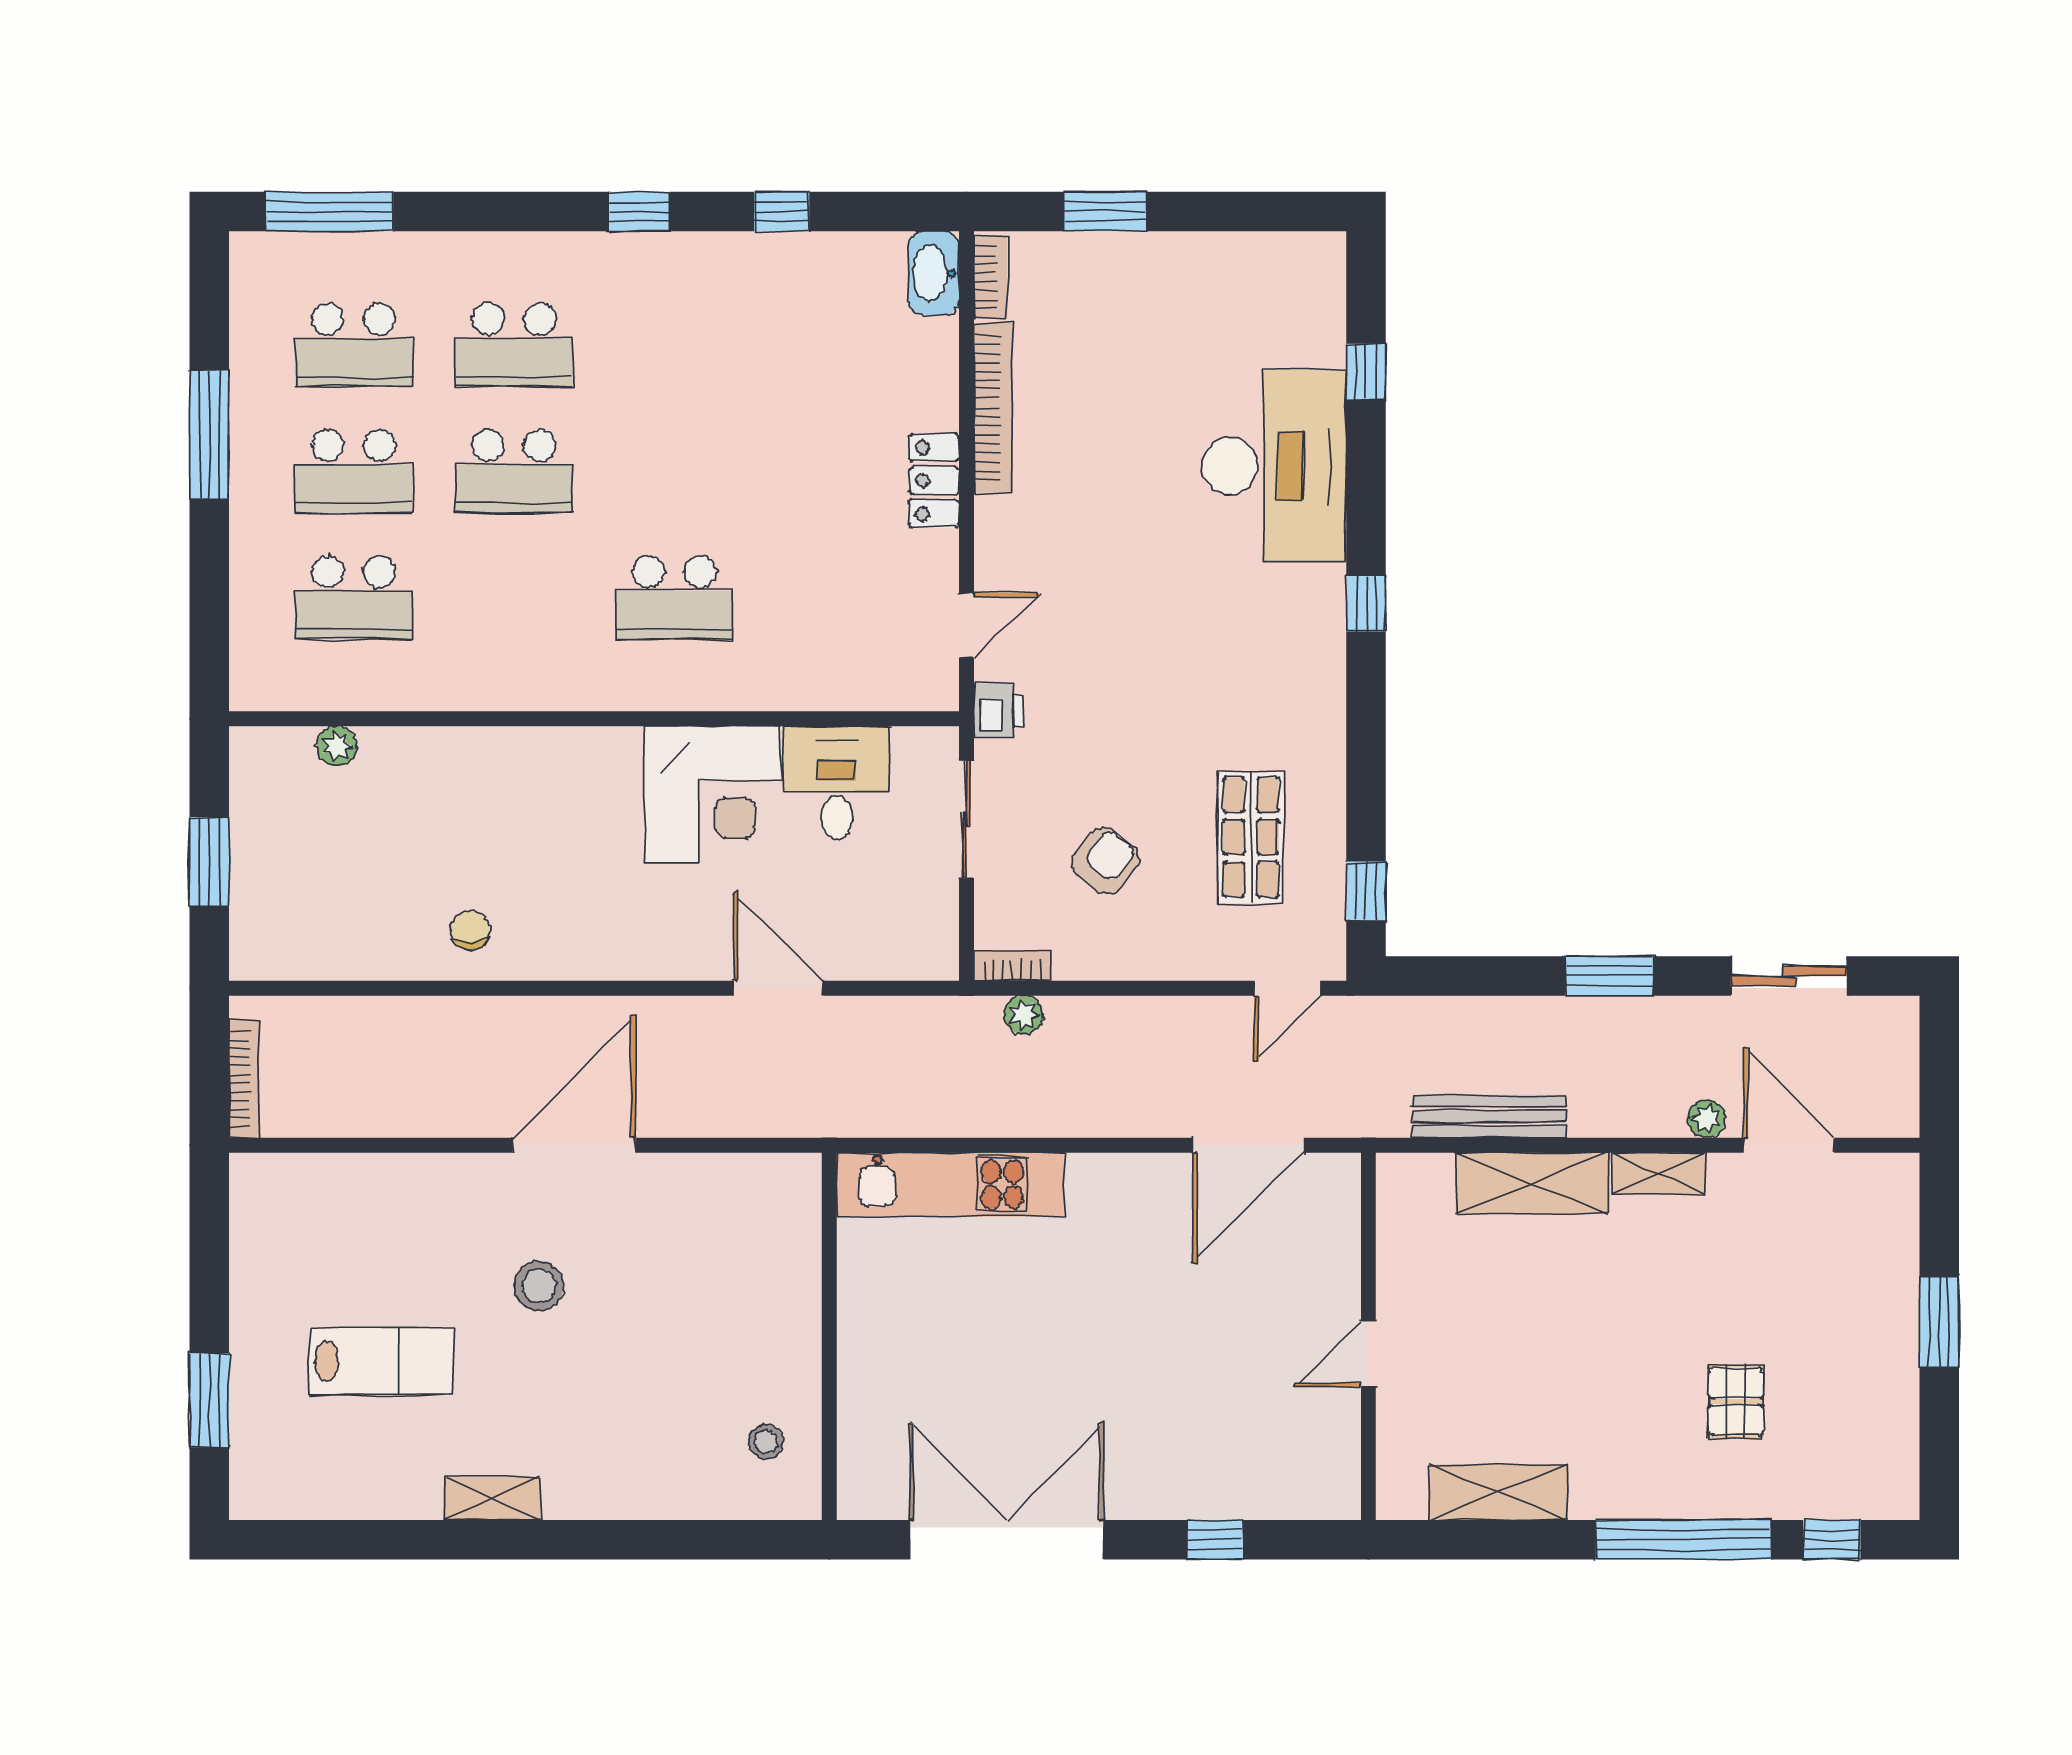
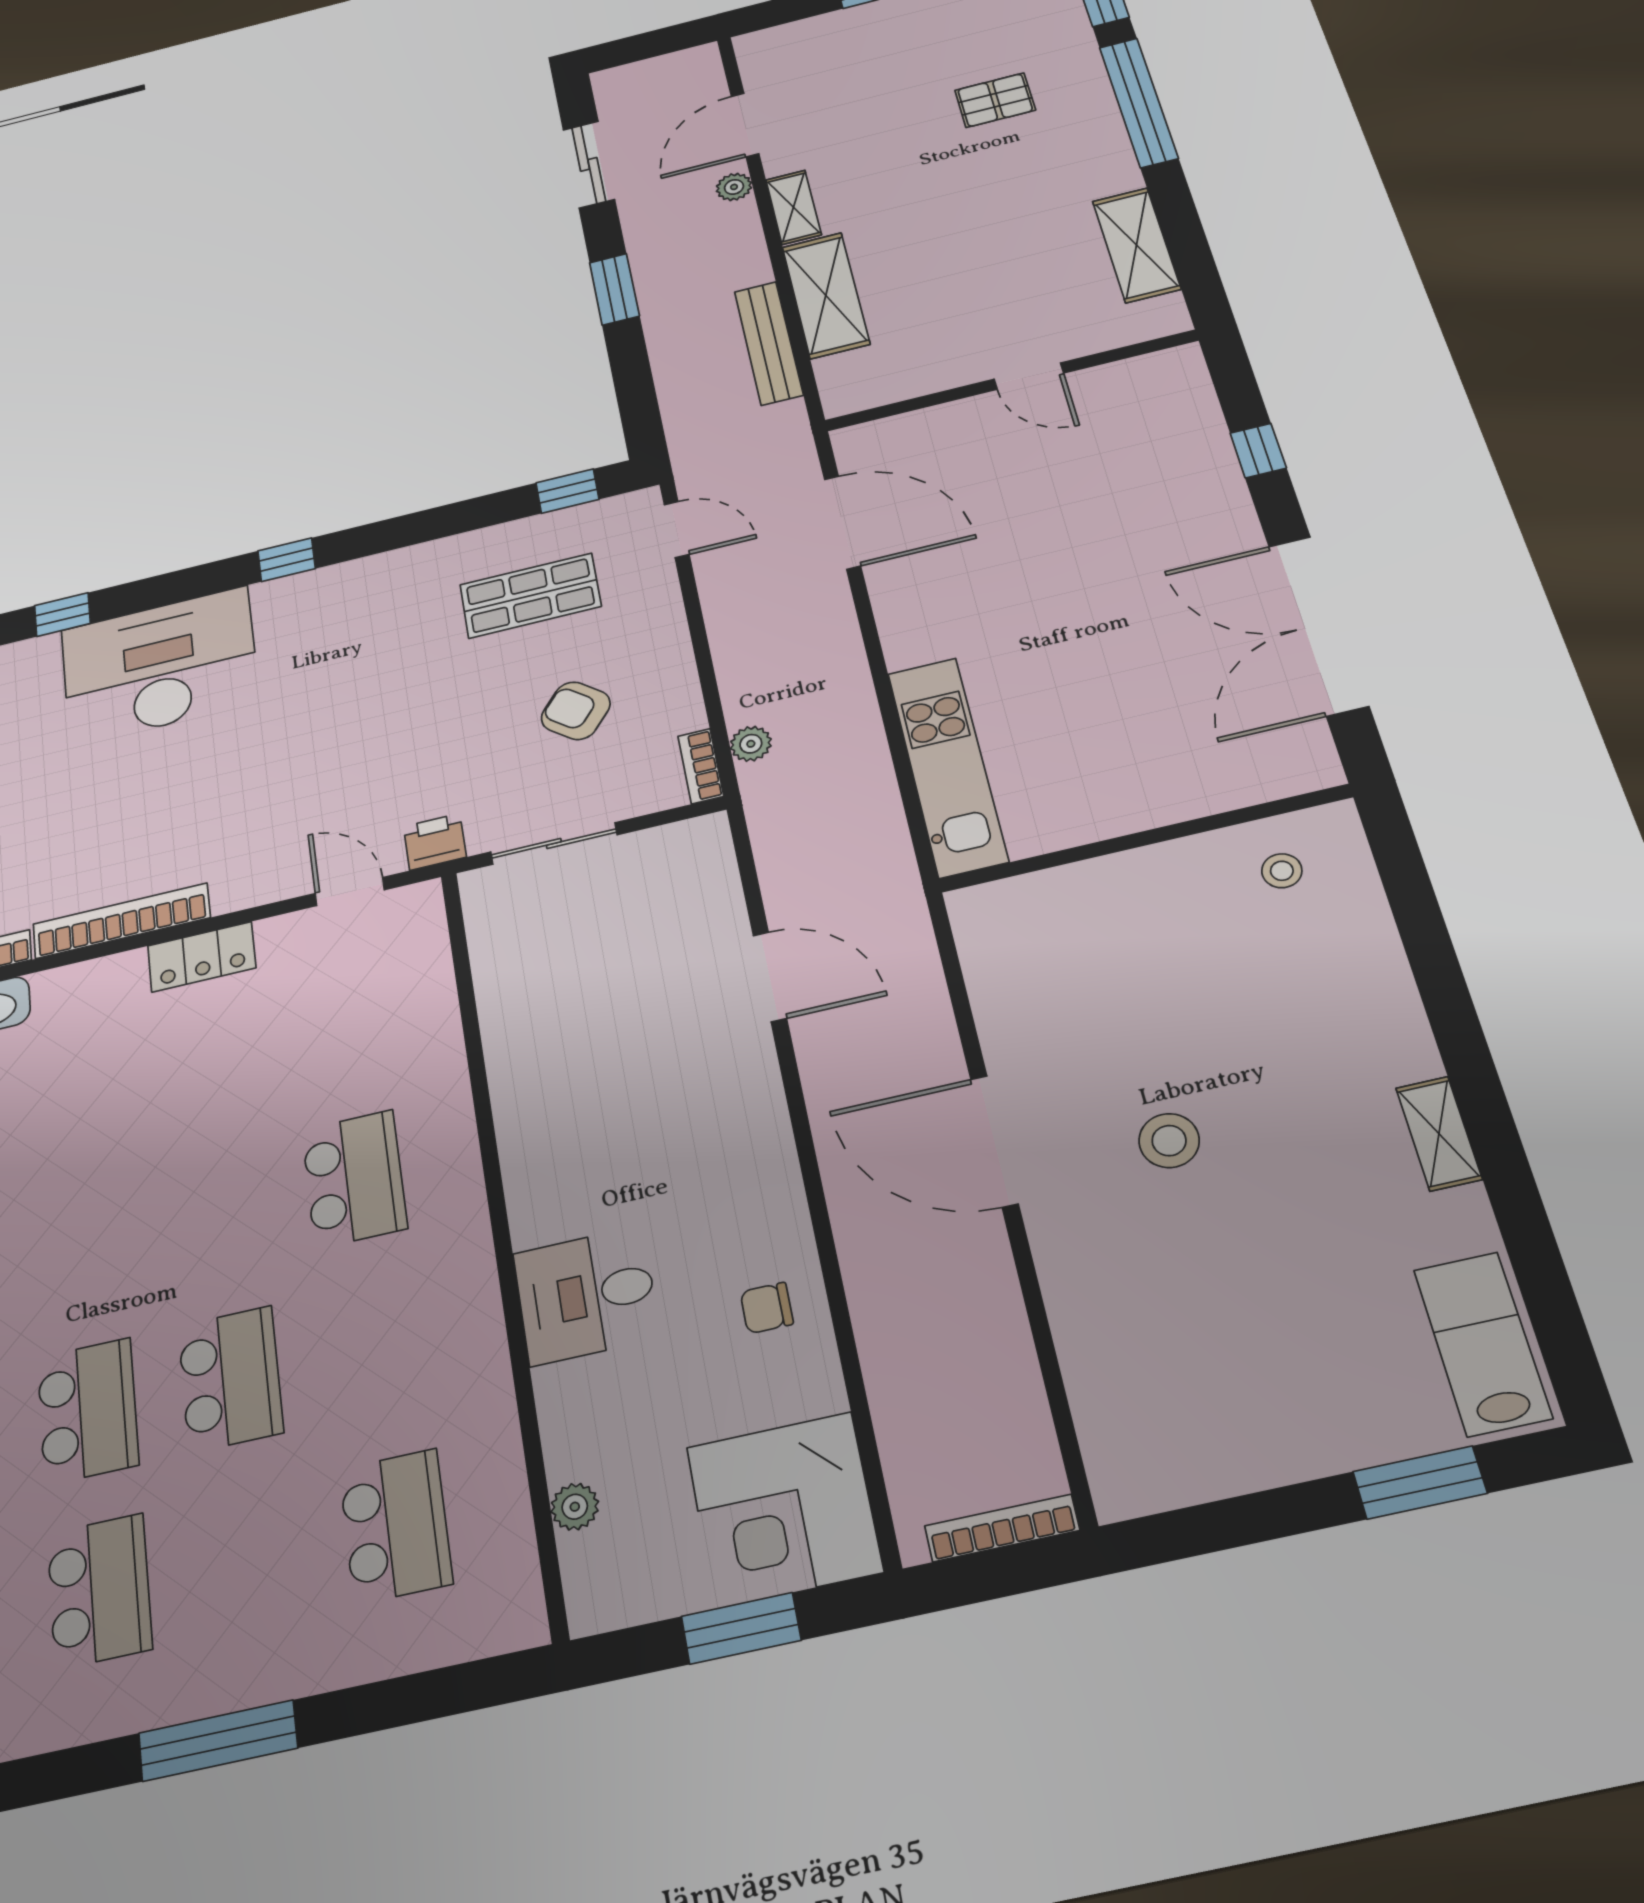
school desk: (354, 471) -> (247, 1559), removed
desk: (837, 783) -> (586, 1295), moved
corner desk: (712, 794) -> (784, 1509), moved, turned 180
door: (778, 988) -> (770, 977), swing flipped
lab bench: (381, 1361) -> (1482, 1343), moved

